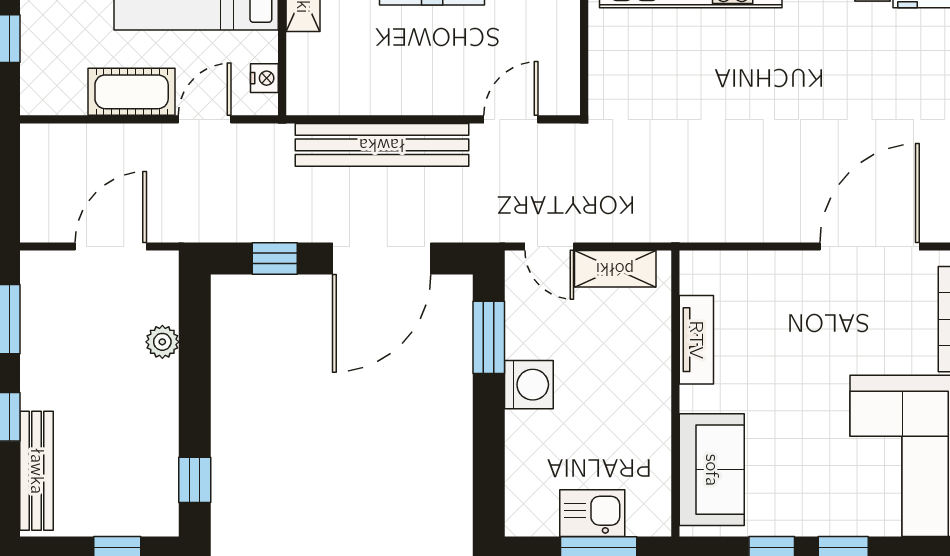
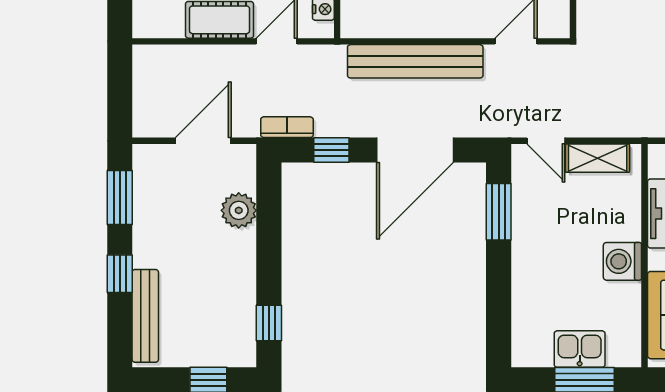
bookcase: (218, 229) -> (287, 127), added
plant: (162, 342) -> (239, 210), width x1.38, depth x1.38
washing machine: (529, 385) -> (622, 261), moved, turned 180

